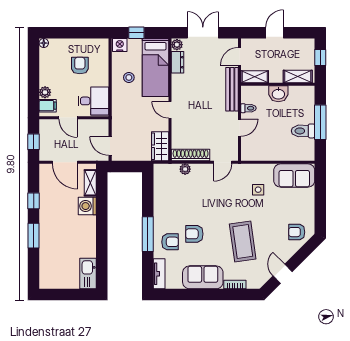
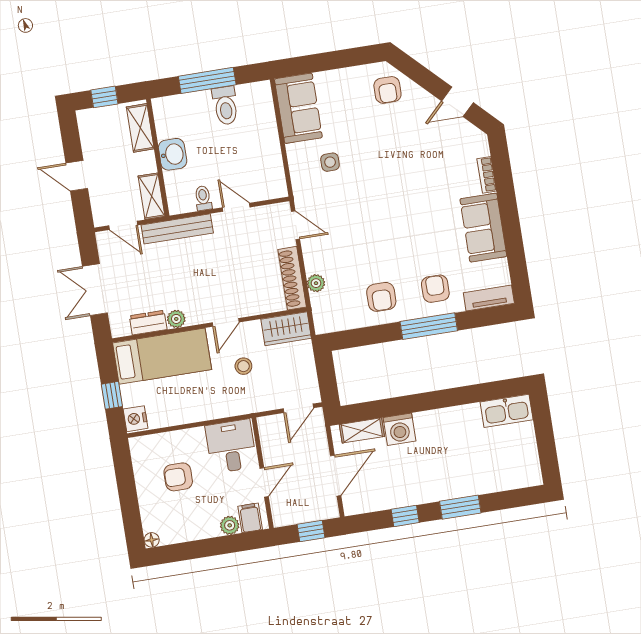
plant: (177, 45) -> (176, 319), moved
stool: (129, 77) -> (243, 366), moved
armchair: (194, 234) -> (381, 297), moved
coffee table: (243, 242) -> (416, 173), removed

